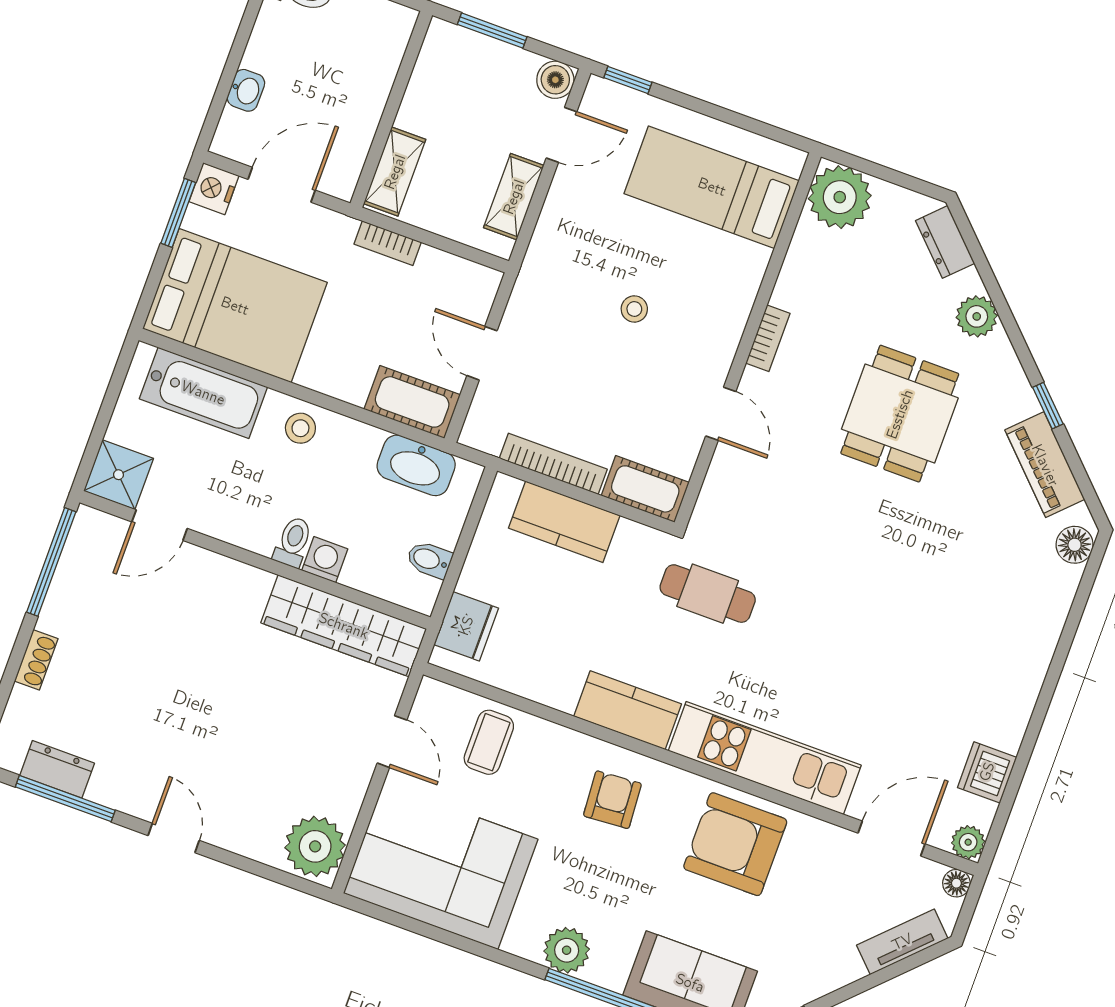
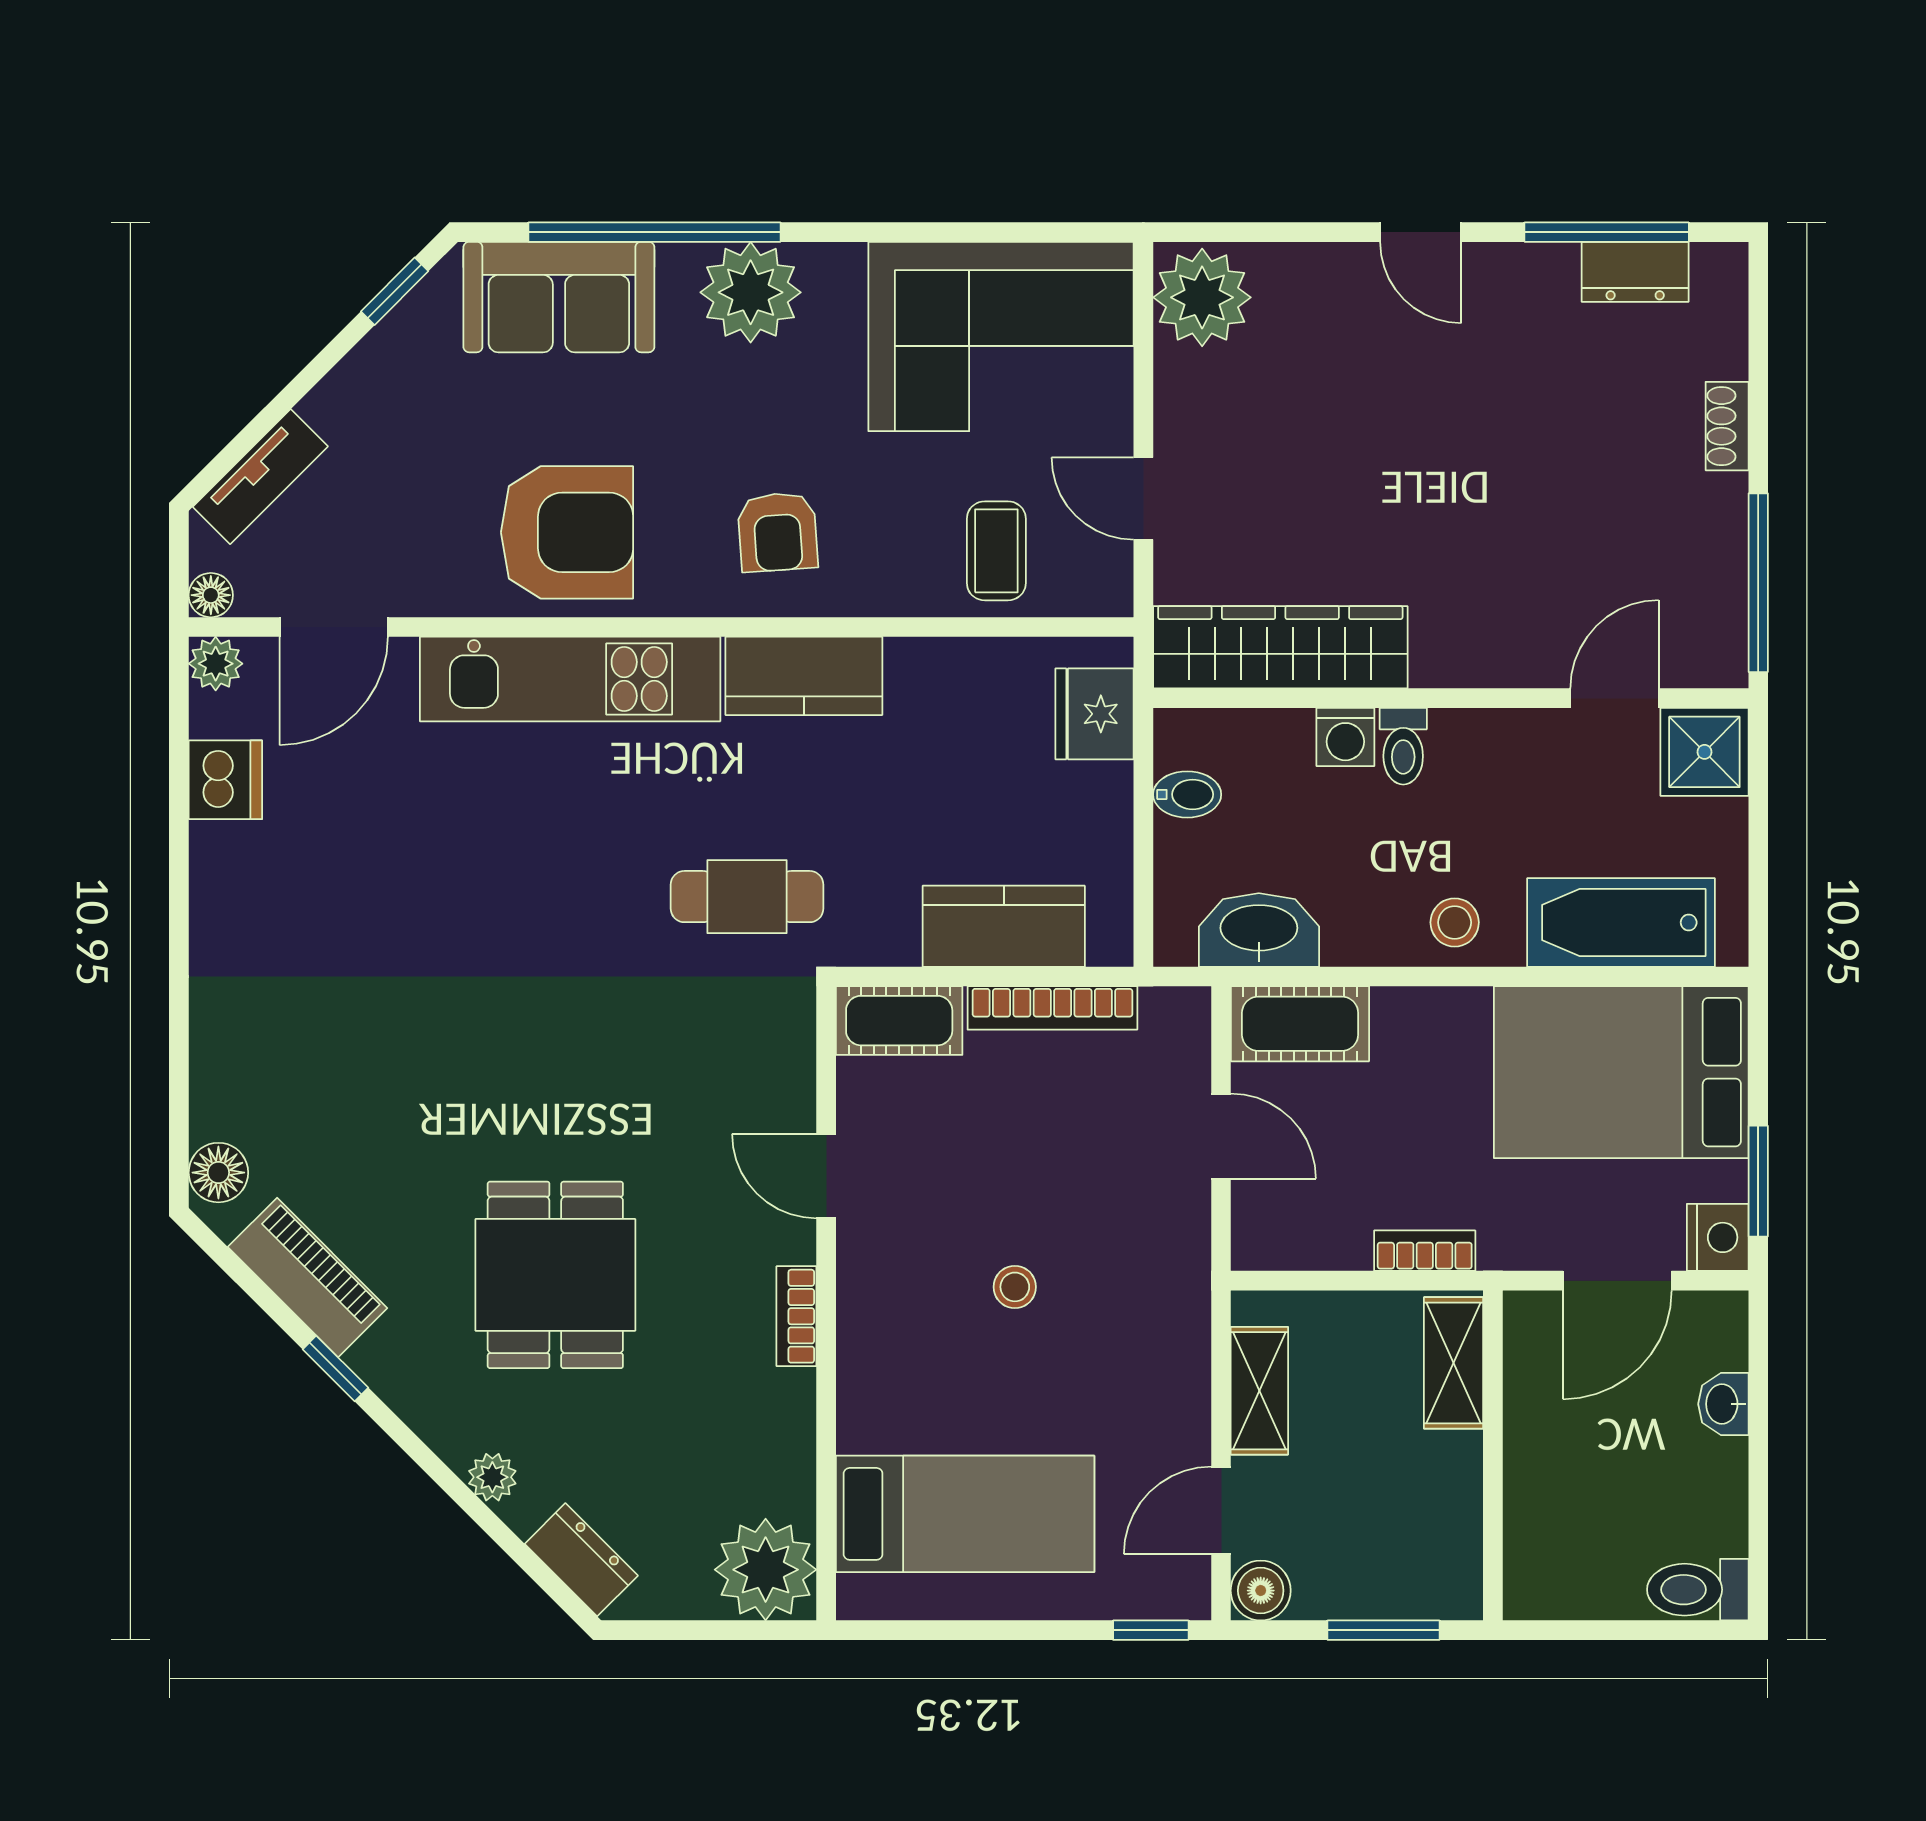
plant: (977, 316) -> (492, 1477), width x0.73, depth x0.73
plant: (567, 950) -> (751, 292), width x1.36, depth x1.36

